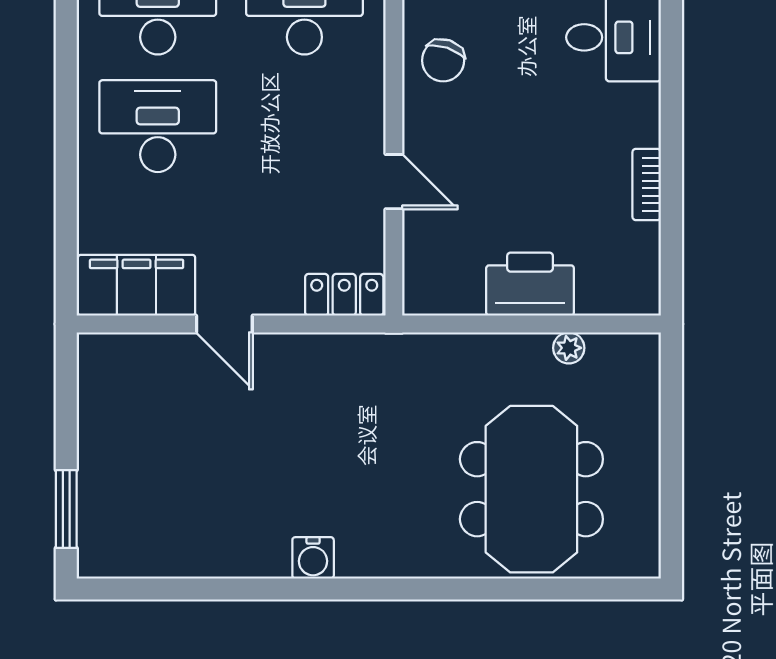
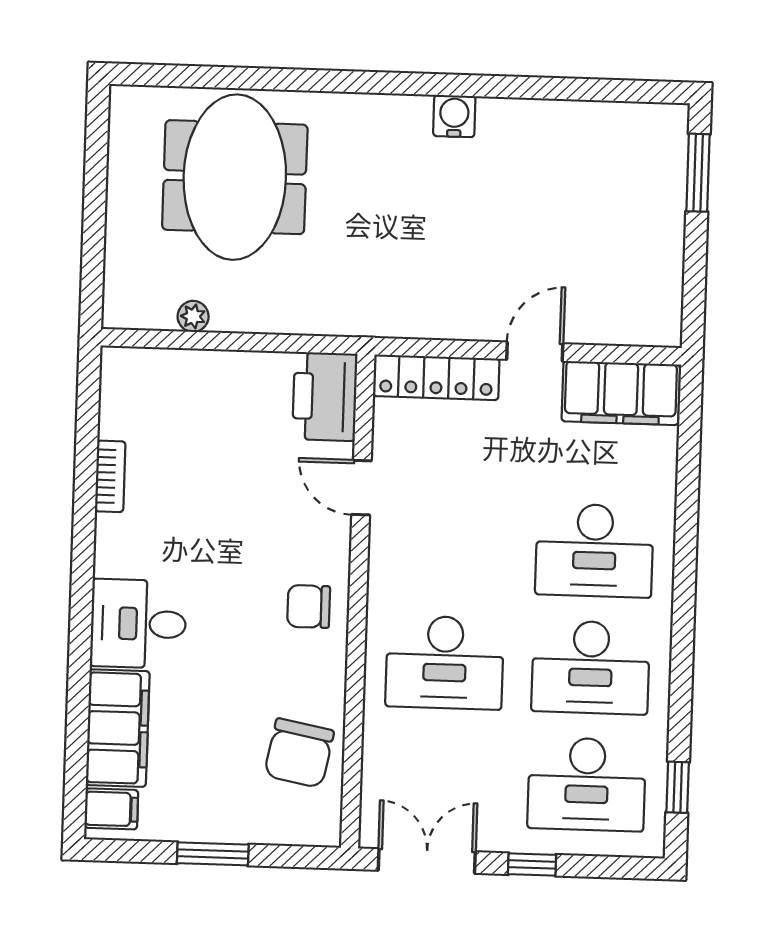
chair: (443, 60) -> (309, 606), turned -108
printer: (530, 284) -> (325, 397), moved, turned 90
locker: (344, 295) -> (436, 377), width x1.53
door: (224, 324) -> (535, 352), hinge flipped

